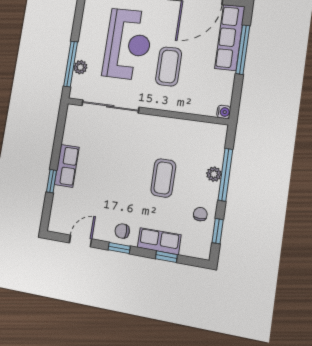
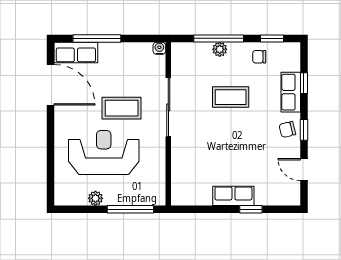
row of seats: (230, 37) -> (76, 52), width x0.68
plant: (80, 67) -> (95, 198), moved
sliding door: (110, 106) -> (168, 107), moved
chair: (122, 231) -> (287, 129), turned 76

